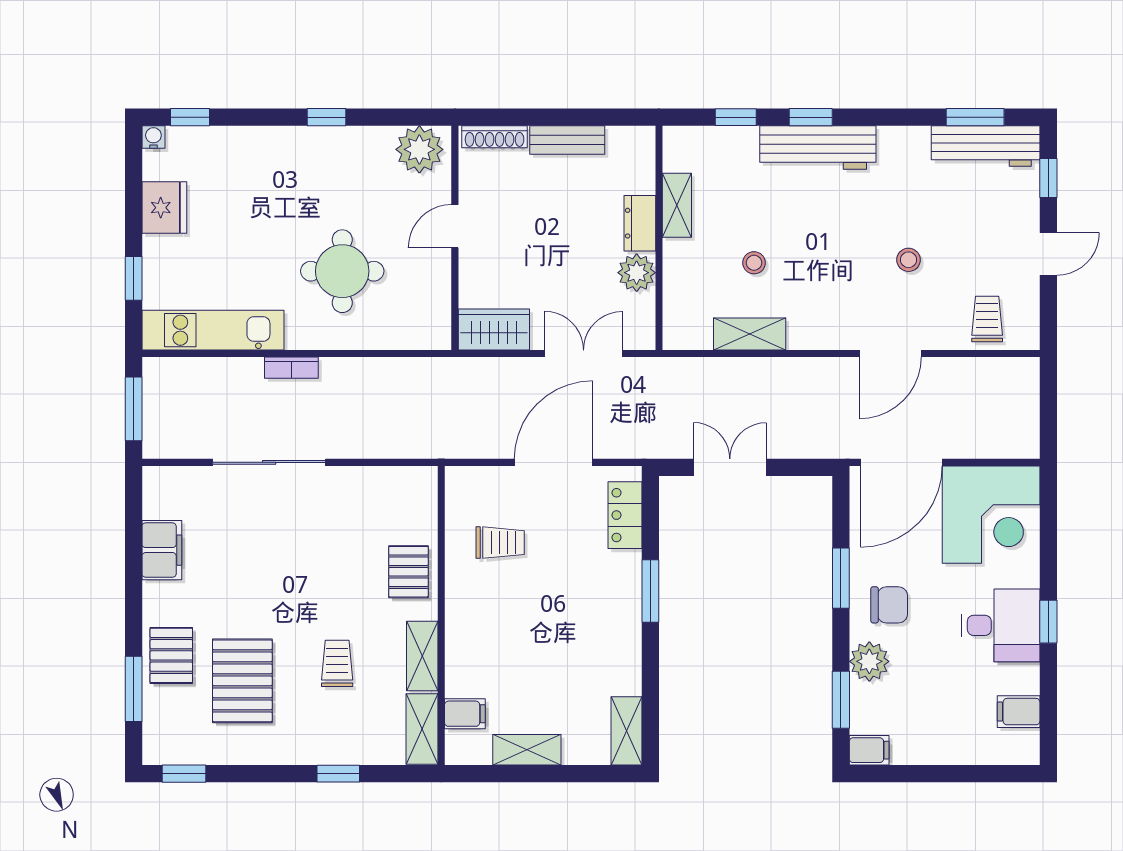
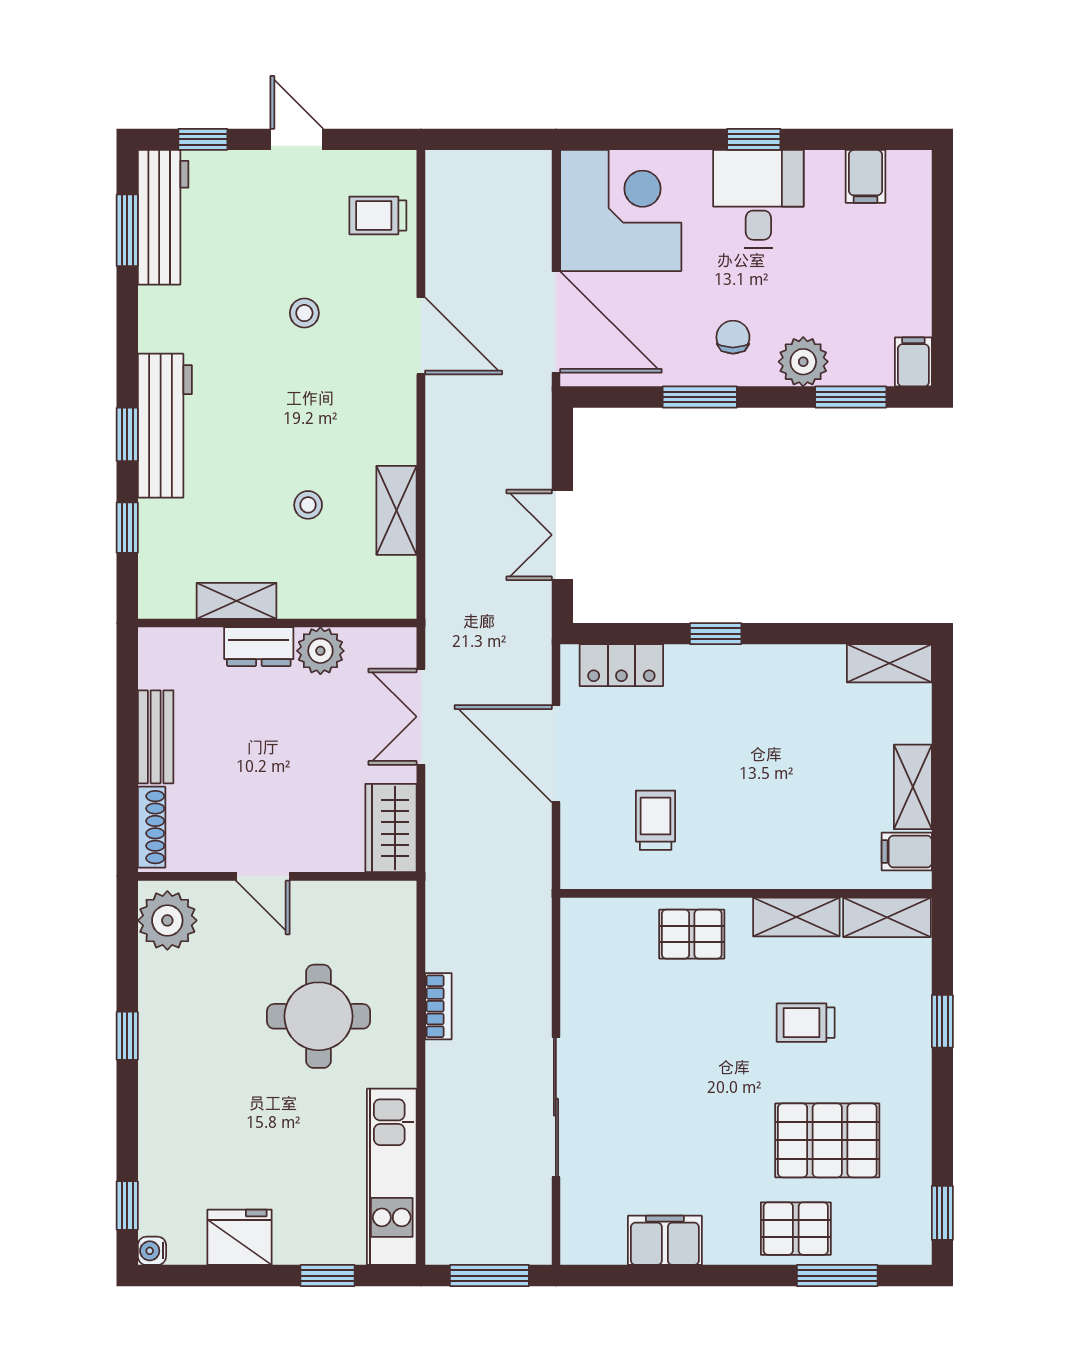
bookcase: (291, 368) -> (438, 1006), moved
window: (650, 591) -> (716, 634), width x0.67
chair: (889, 605) -> (733, 337), width x0.73, depth x0.73
filing cabinet: (465, 714) -> (907, 851), moved, turned -90

